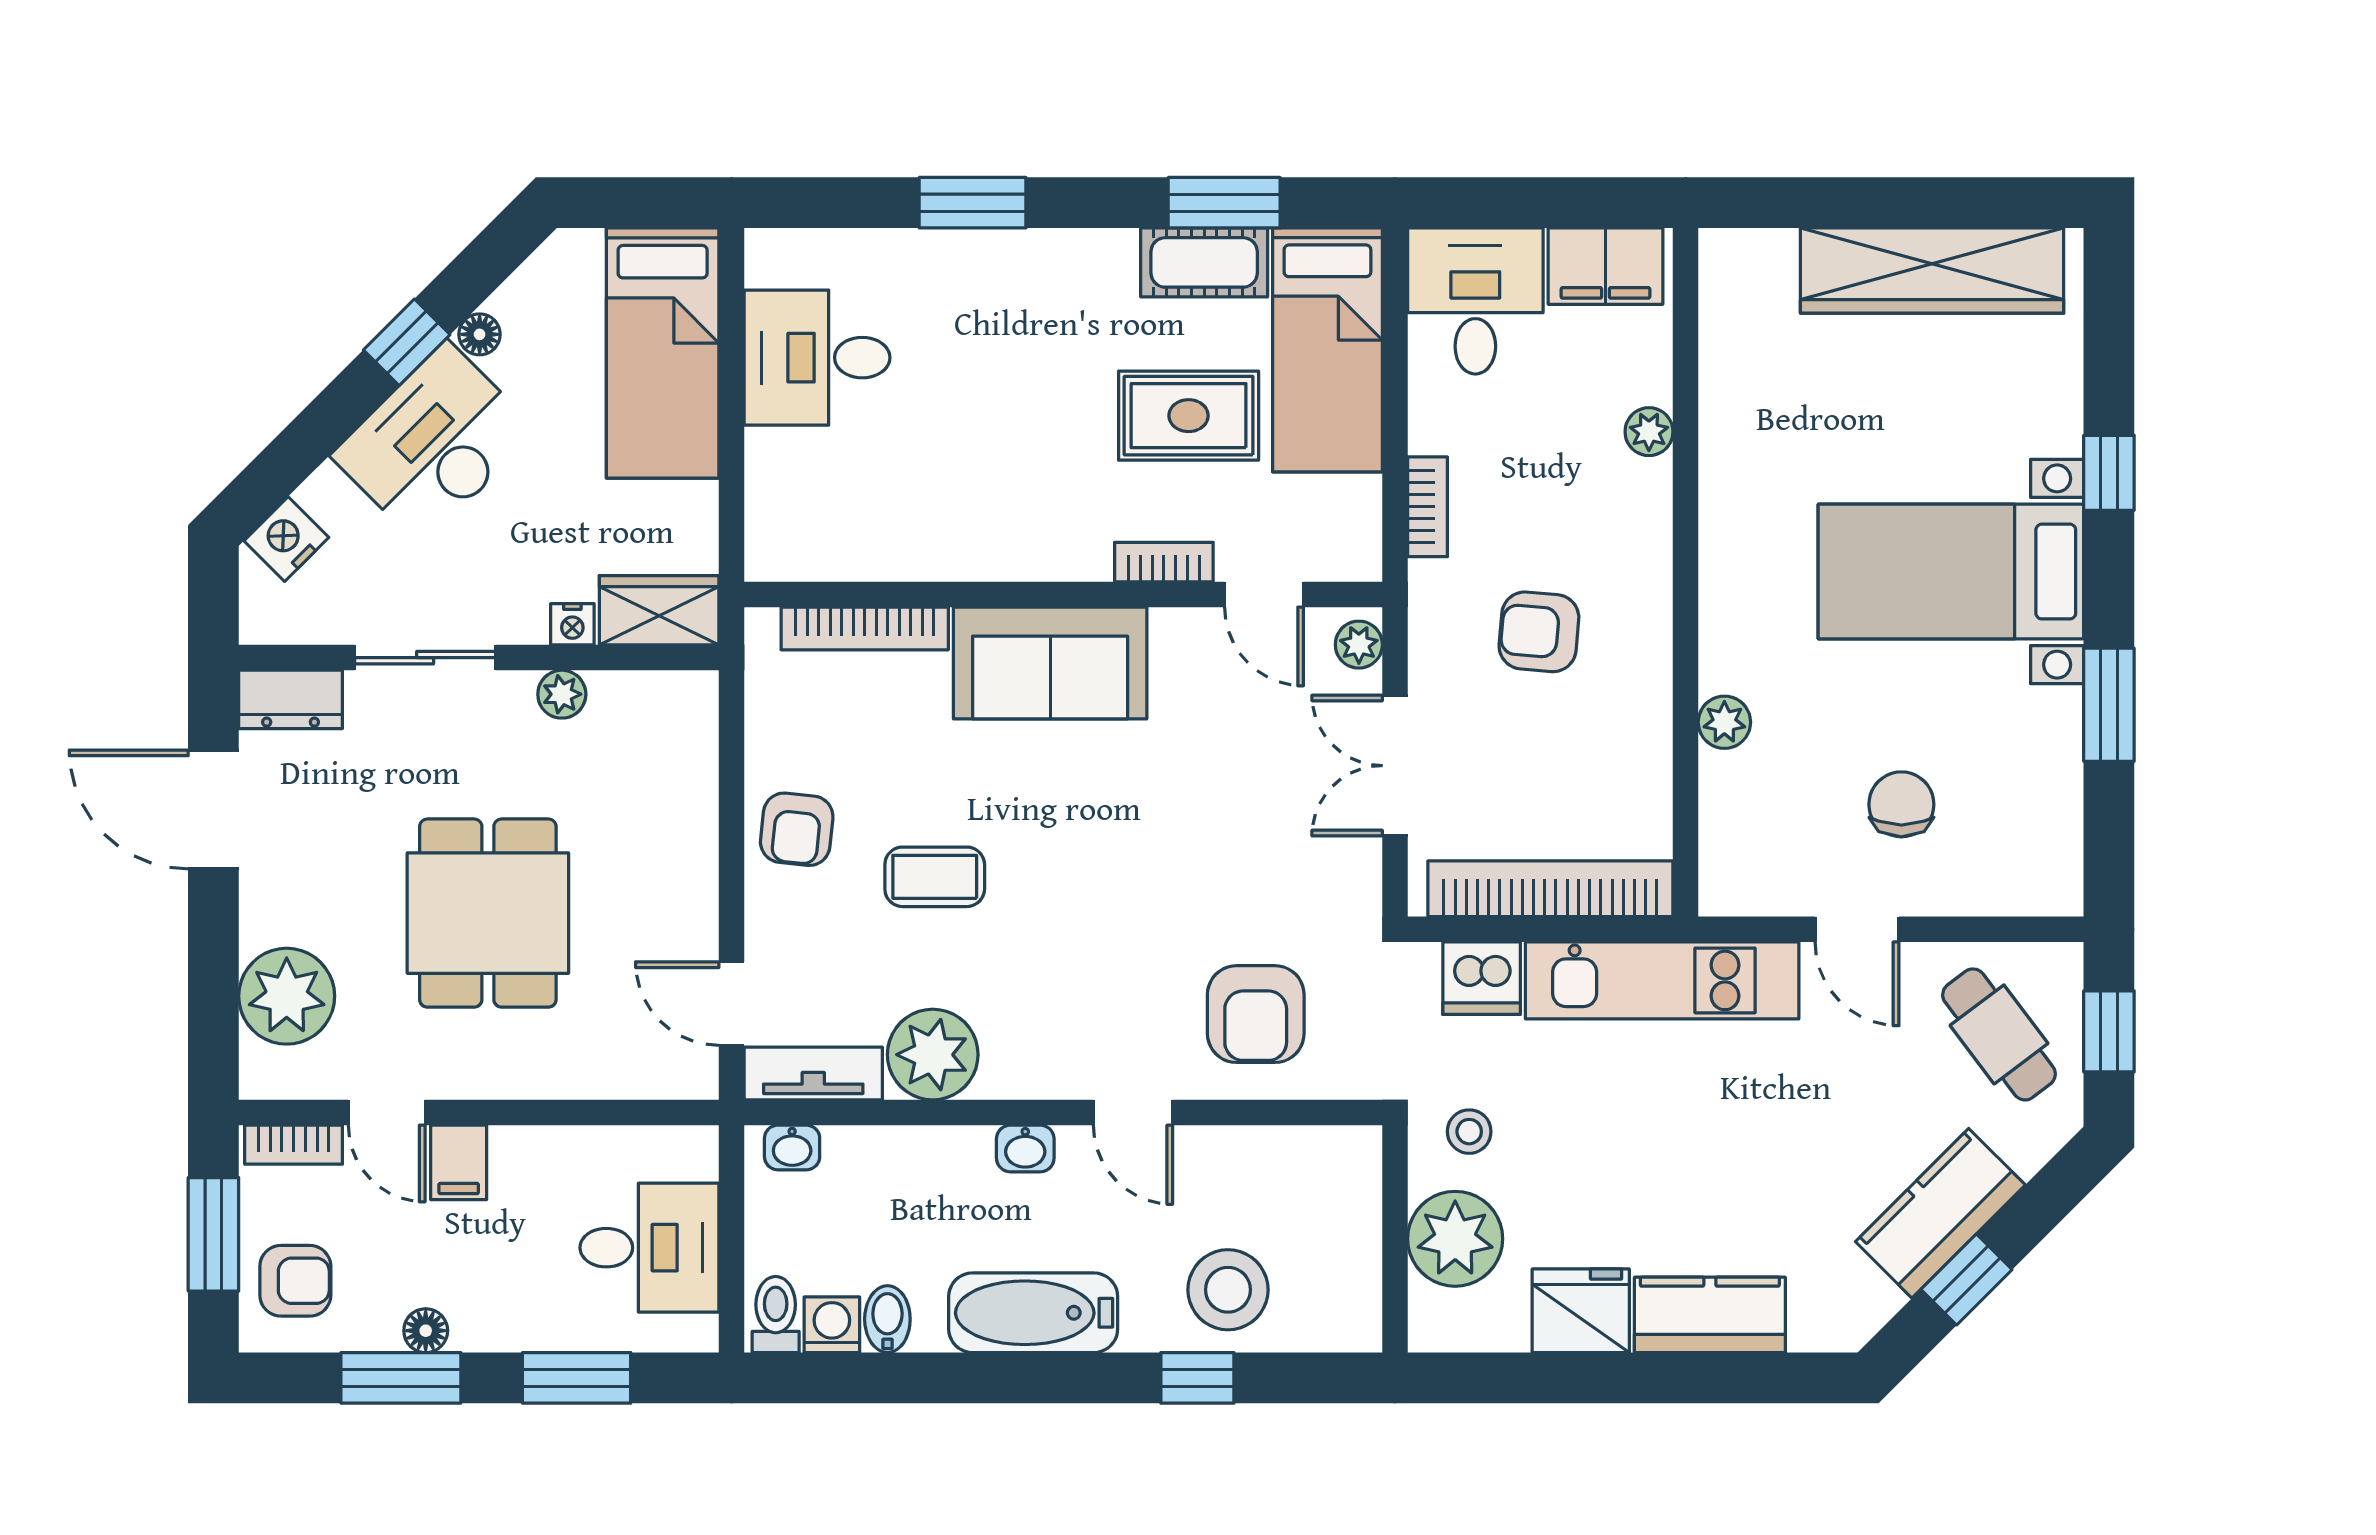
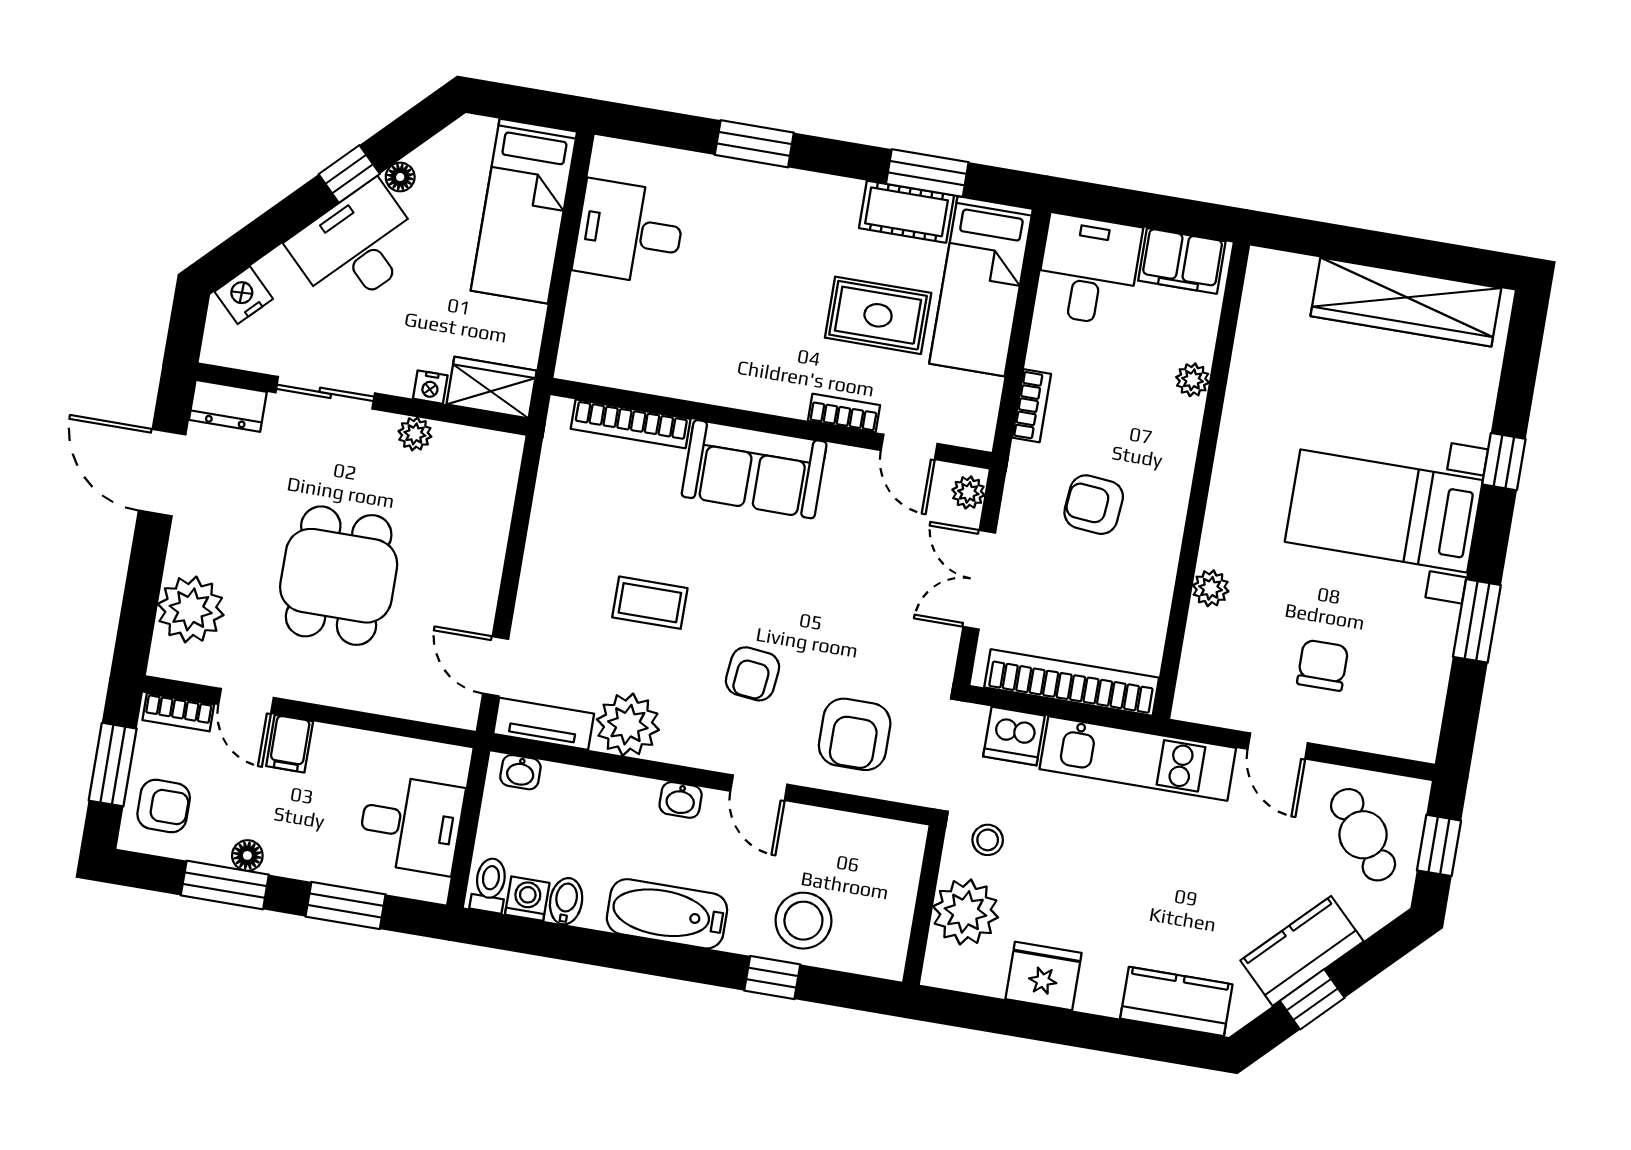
armchair: (797, 829) -> (753, 674), moved
kitchen counter: (1710, 1315) -> (1176, 1001), moved

